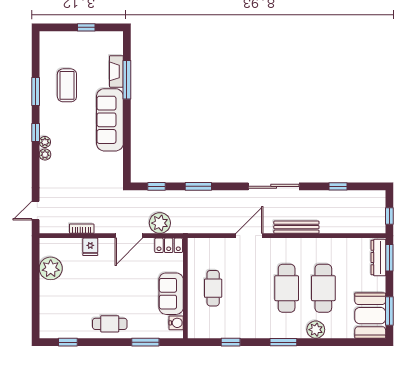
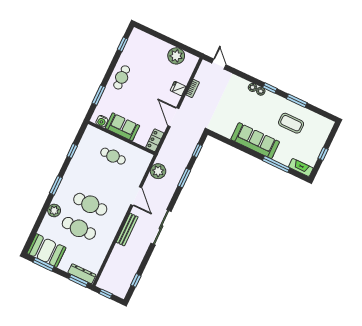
fireplace: (116, 71) -> (301, 167), moved
window: (338, 186) -> (136, 280), moved
plant: (160, 223) -> (158, 171), moved

